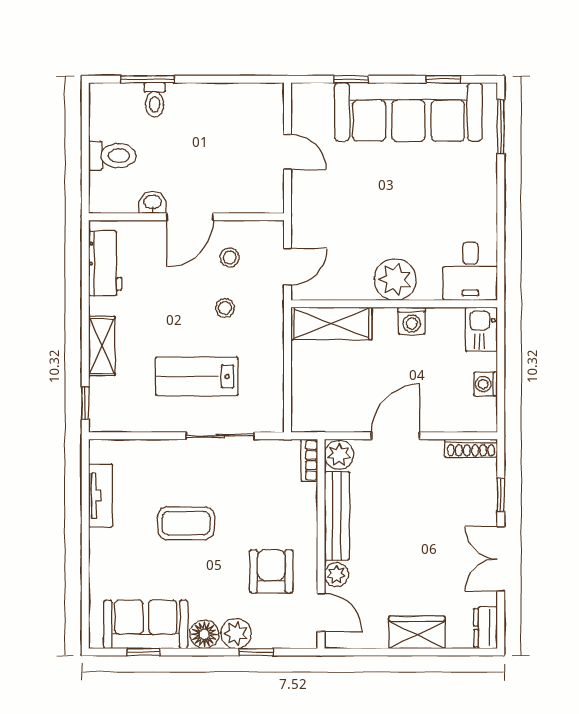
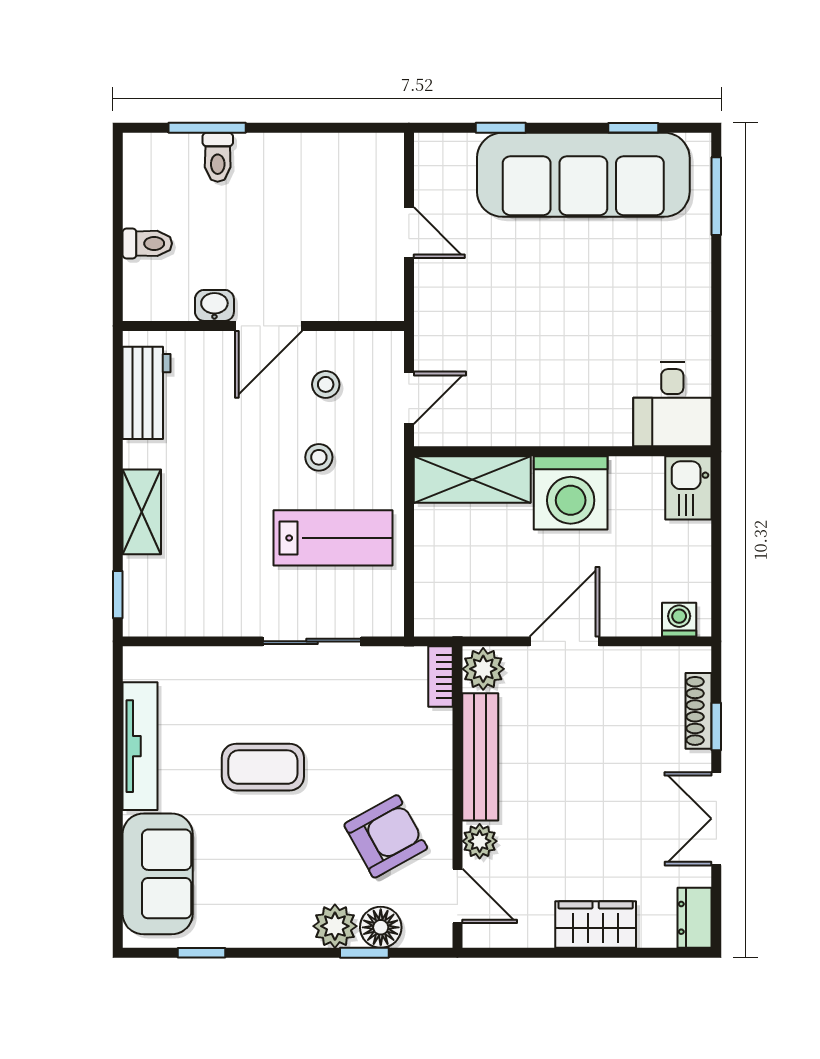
toilet: (112, 156) -> (147, 243), width x0.73, depth x0.72
plant: (395, 280) -> (564, 416), removed
washing machine: (412, 321) -> (571, 493), width x1.89, depth x1.89
lab bench: (197, 376) -> (333, 538), moved, turned 180
washing machine: (486, 384) -> (679, 620), moved, turned 90
shoe rack: (471, 448) -> (698, 711), moved, turned 90
tv unit: (101, 496) -> (140, 746), width x1.41
armchair: (271, 571) -> (386, 836), turned 61
sofa: (146, 624) -> (158, 874), moved, turned 90
floor lamp: (204, 634) -> (381, 927), moved

